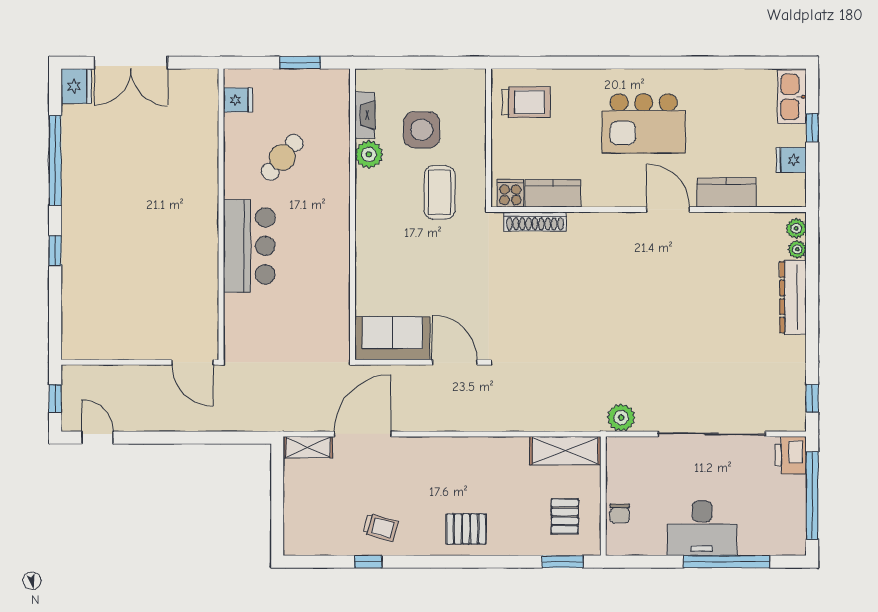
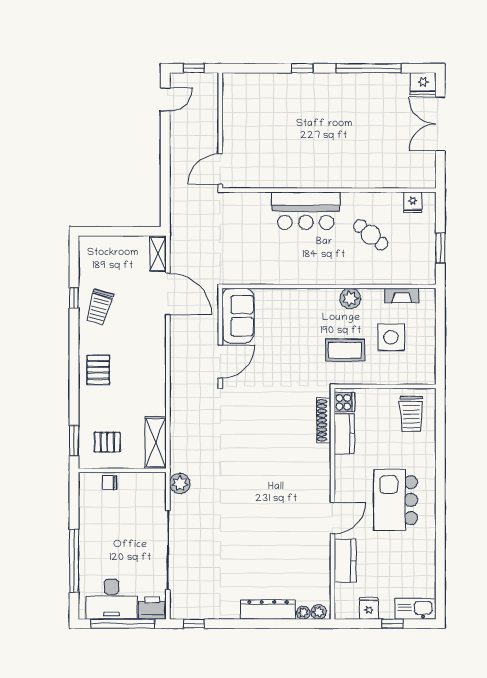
plant: (369, 154) -> (350, 298), moved
trolley: (381, 527) -> (99, 307), width x1.36, depth x1.39
desk: (702, 528) -> (111, 599), moved, turned -90

